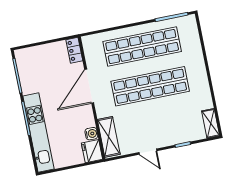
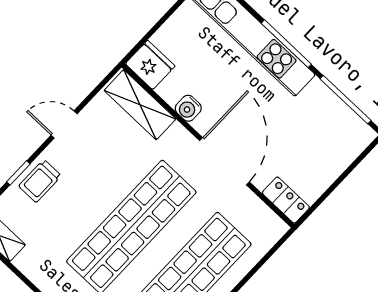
water cooler: (91, 134) -> (188, 108), moved
trolley: (176, 134) -> (40, 181), added

